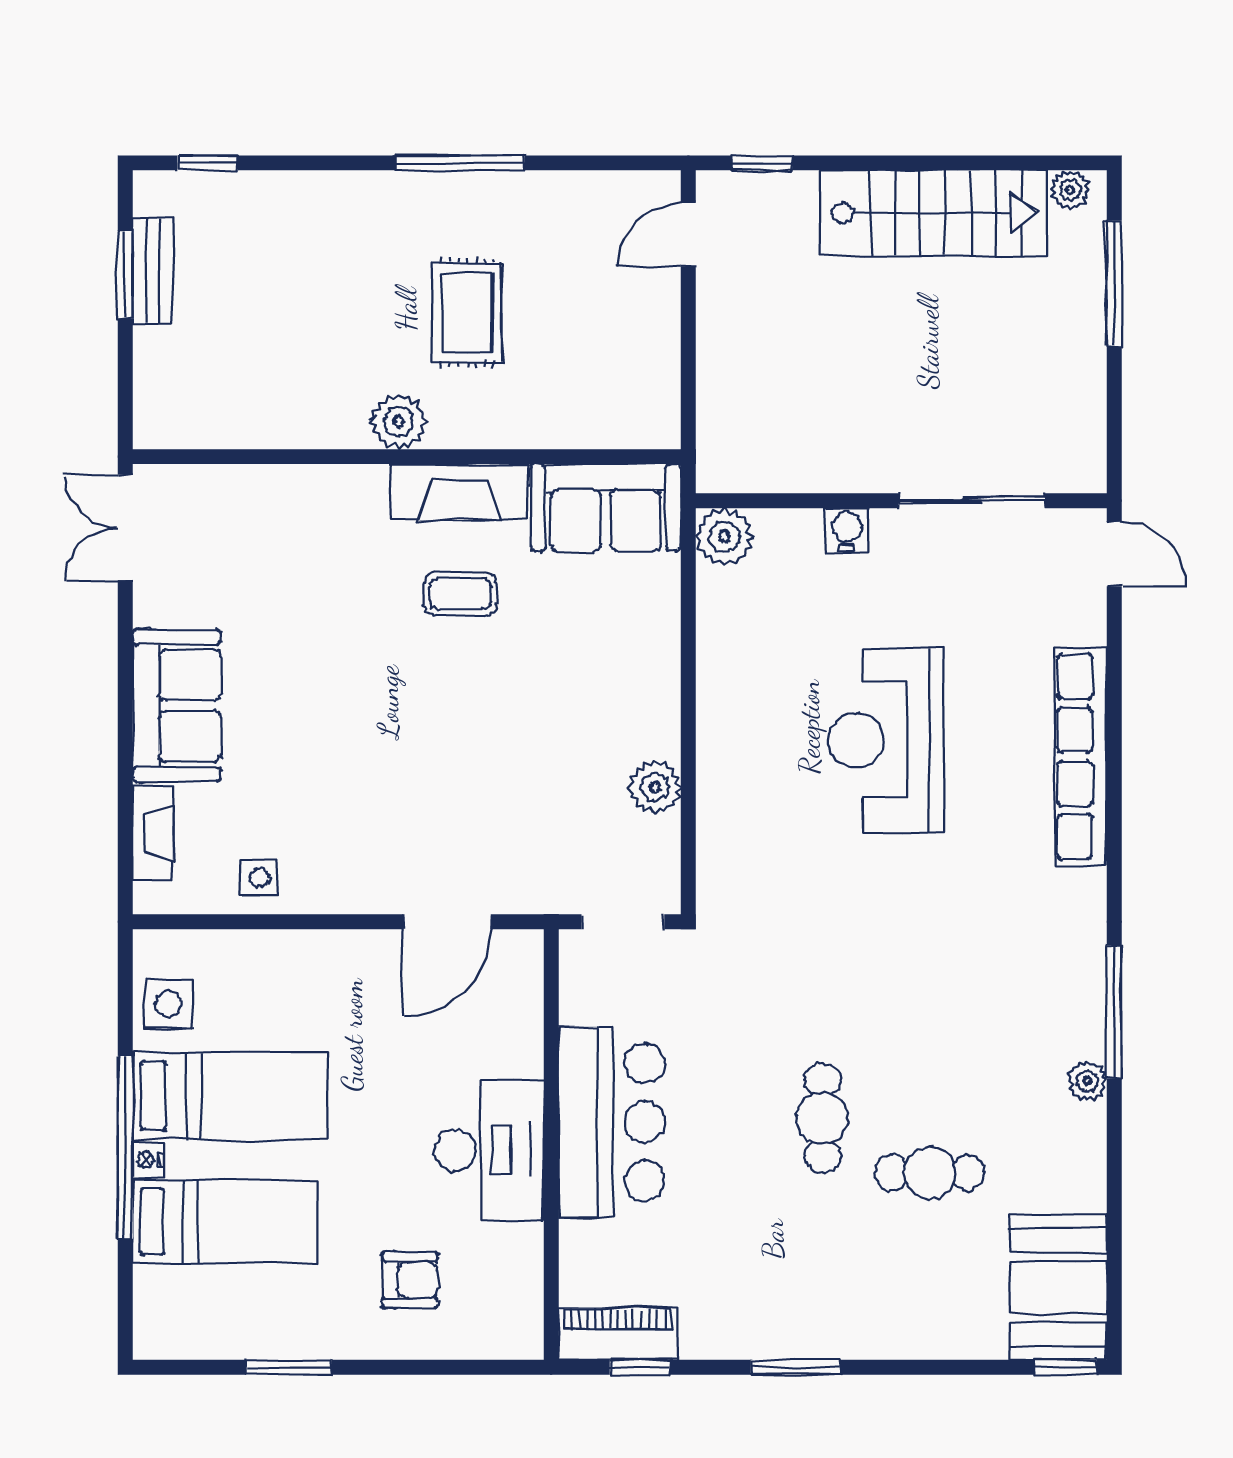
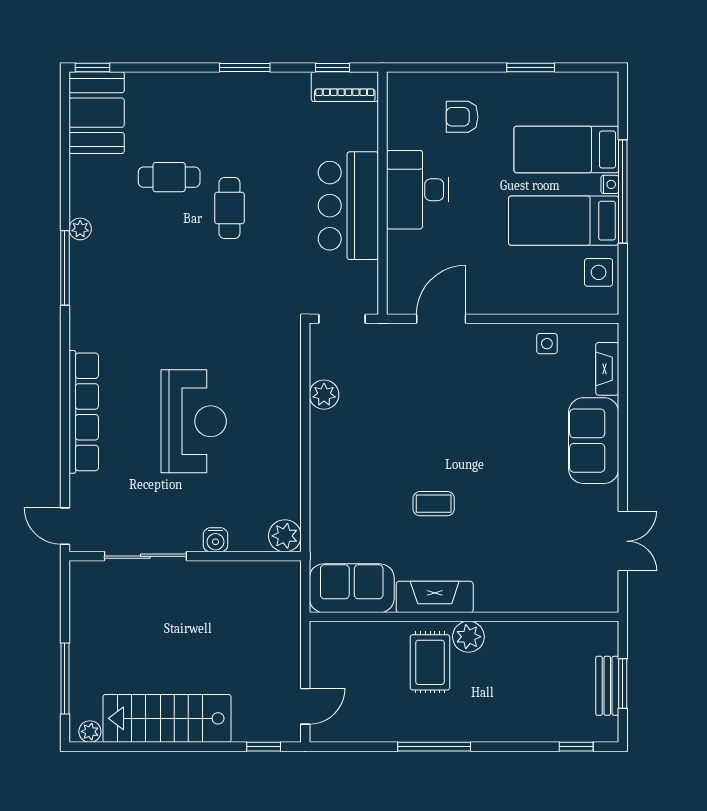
plant: (399, 421) -> (468, 637), moved
wall: (407, 457) -> (464, 617), moved
fireplace: (459, 492) -> (435, 597), moved
sofa: (606, 507) -> (352, 588), moved

